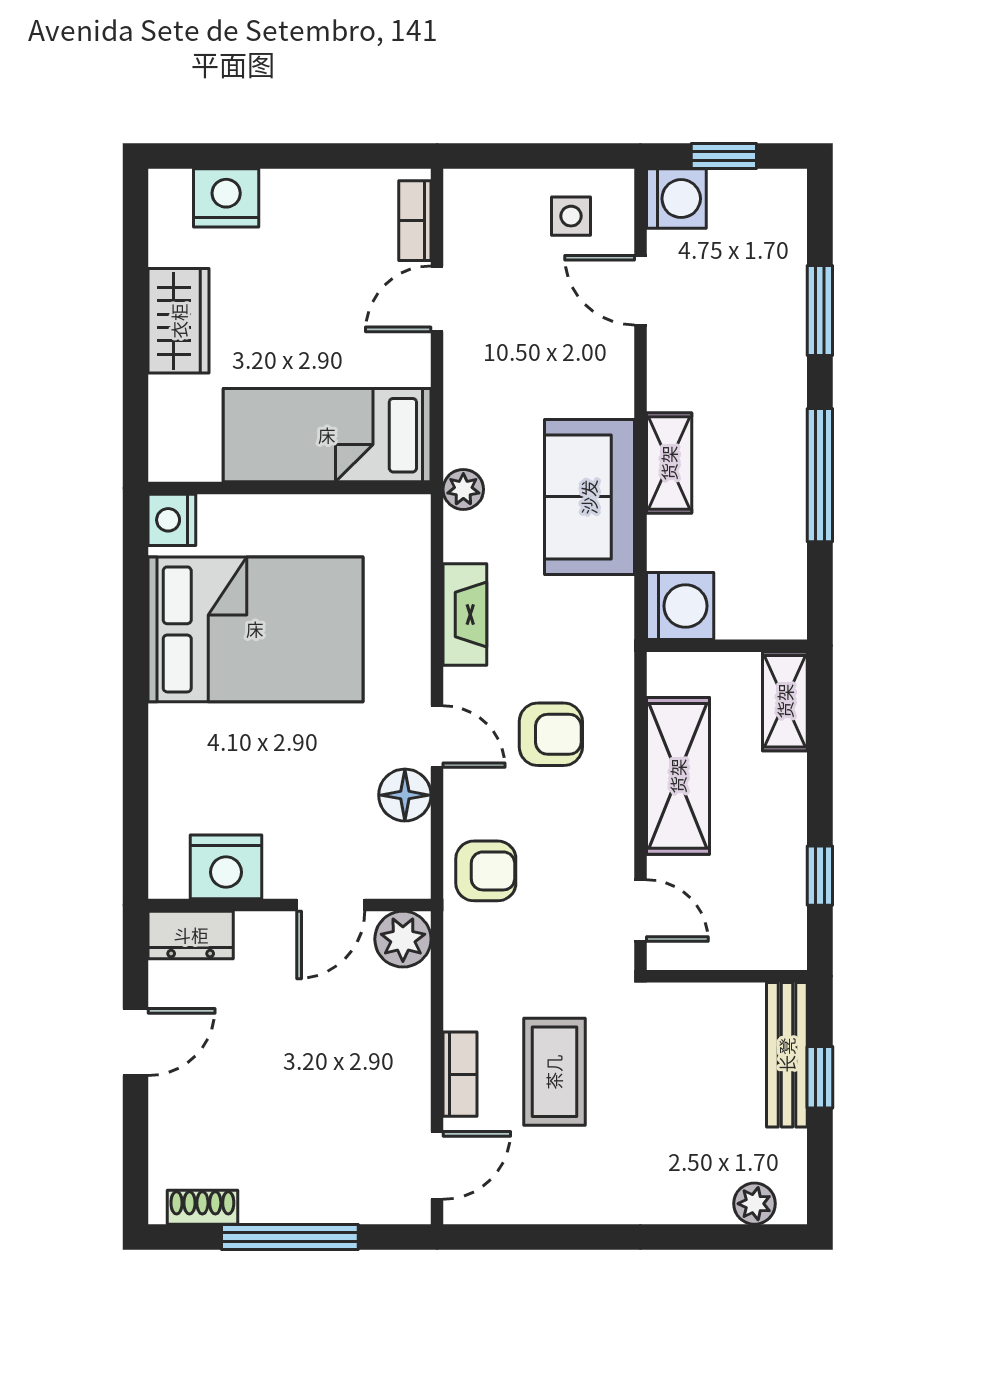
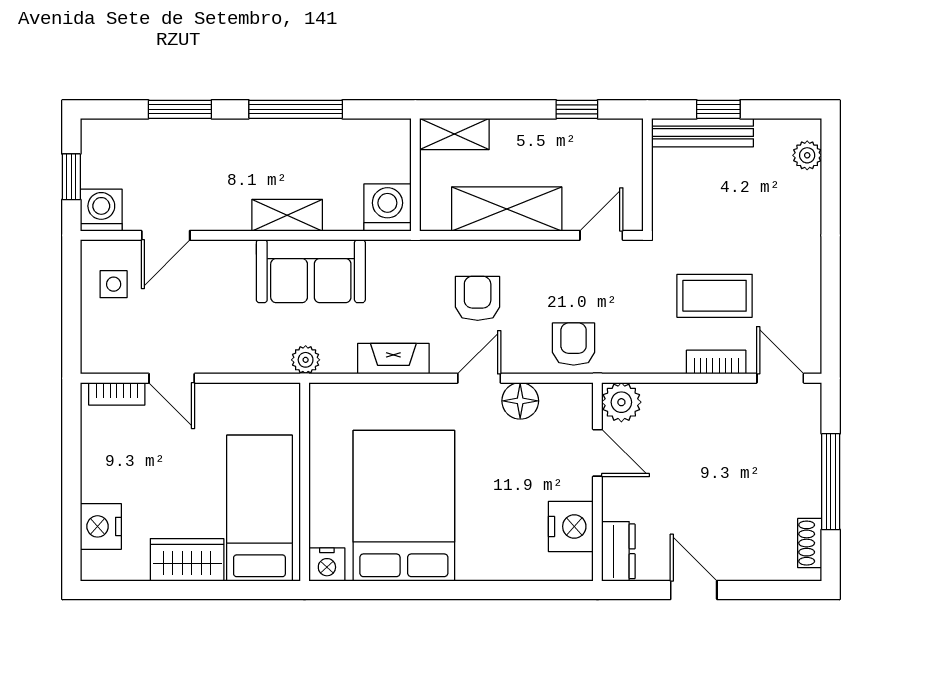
bed: (327, 435) -> (259, 508), moved, turned 180

